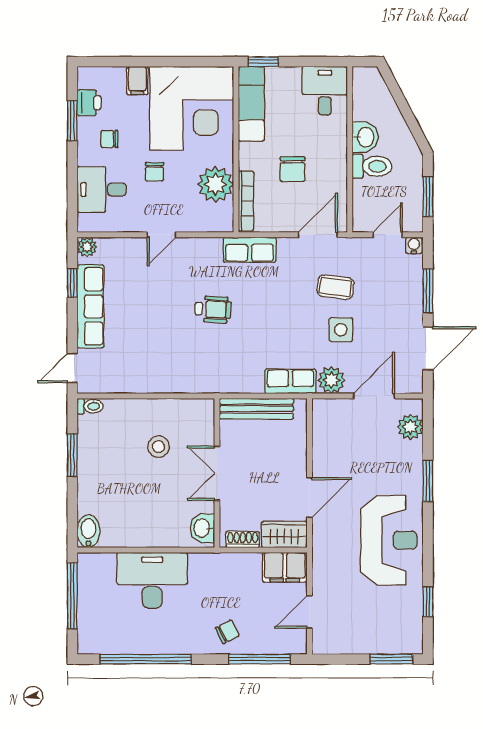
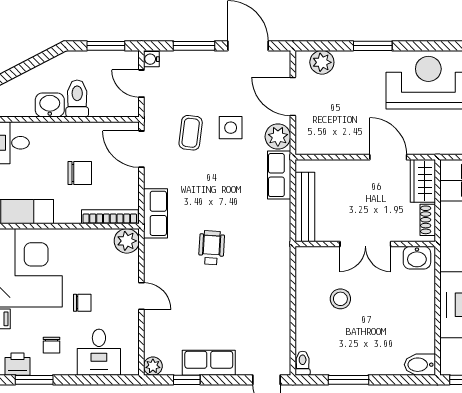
plant: (215, 184) -> (127, 241), moved, width x0.73, depth x0.73
row of seats: (90, 306) -> (209, 363), width x0.68

